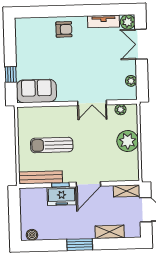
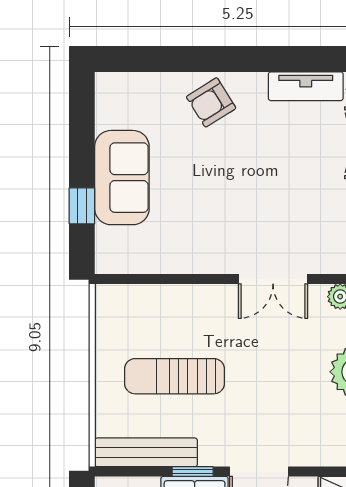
armchair: (64, 29) -> (211, 102), turned 148
sofa: (36, 91) -> (122, 178), moved, turned 90

